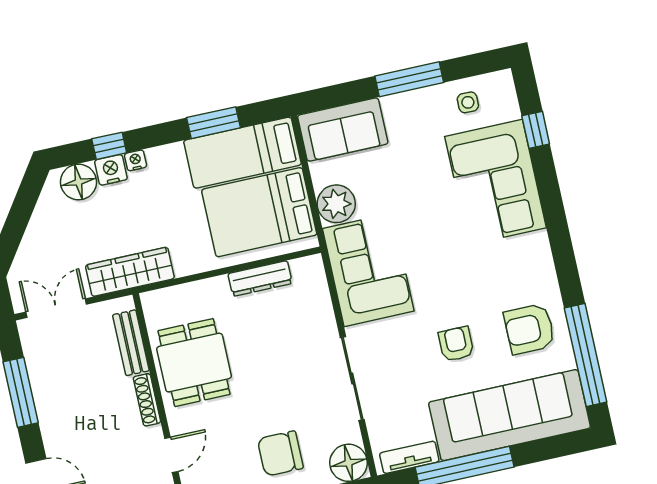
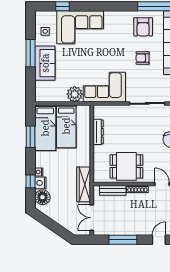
sofa: (343, 130) -> (45, 63), moved
bed: (259, 212) -> (66, 126), width x0.67

